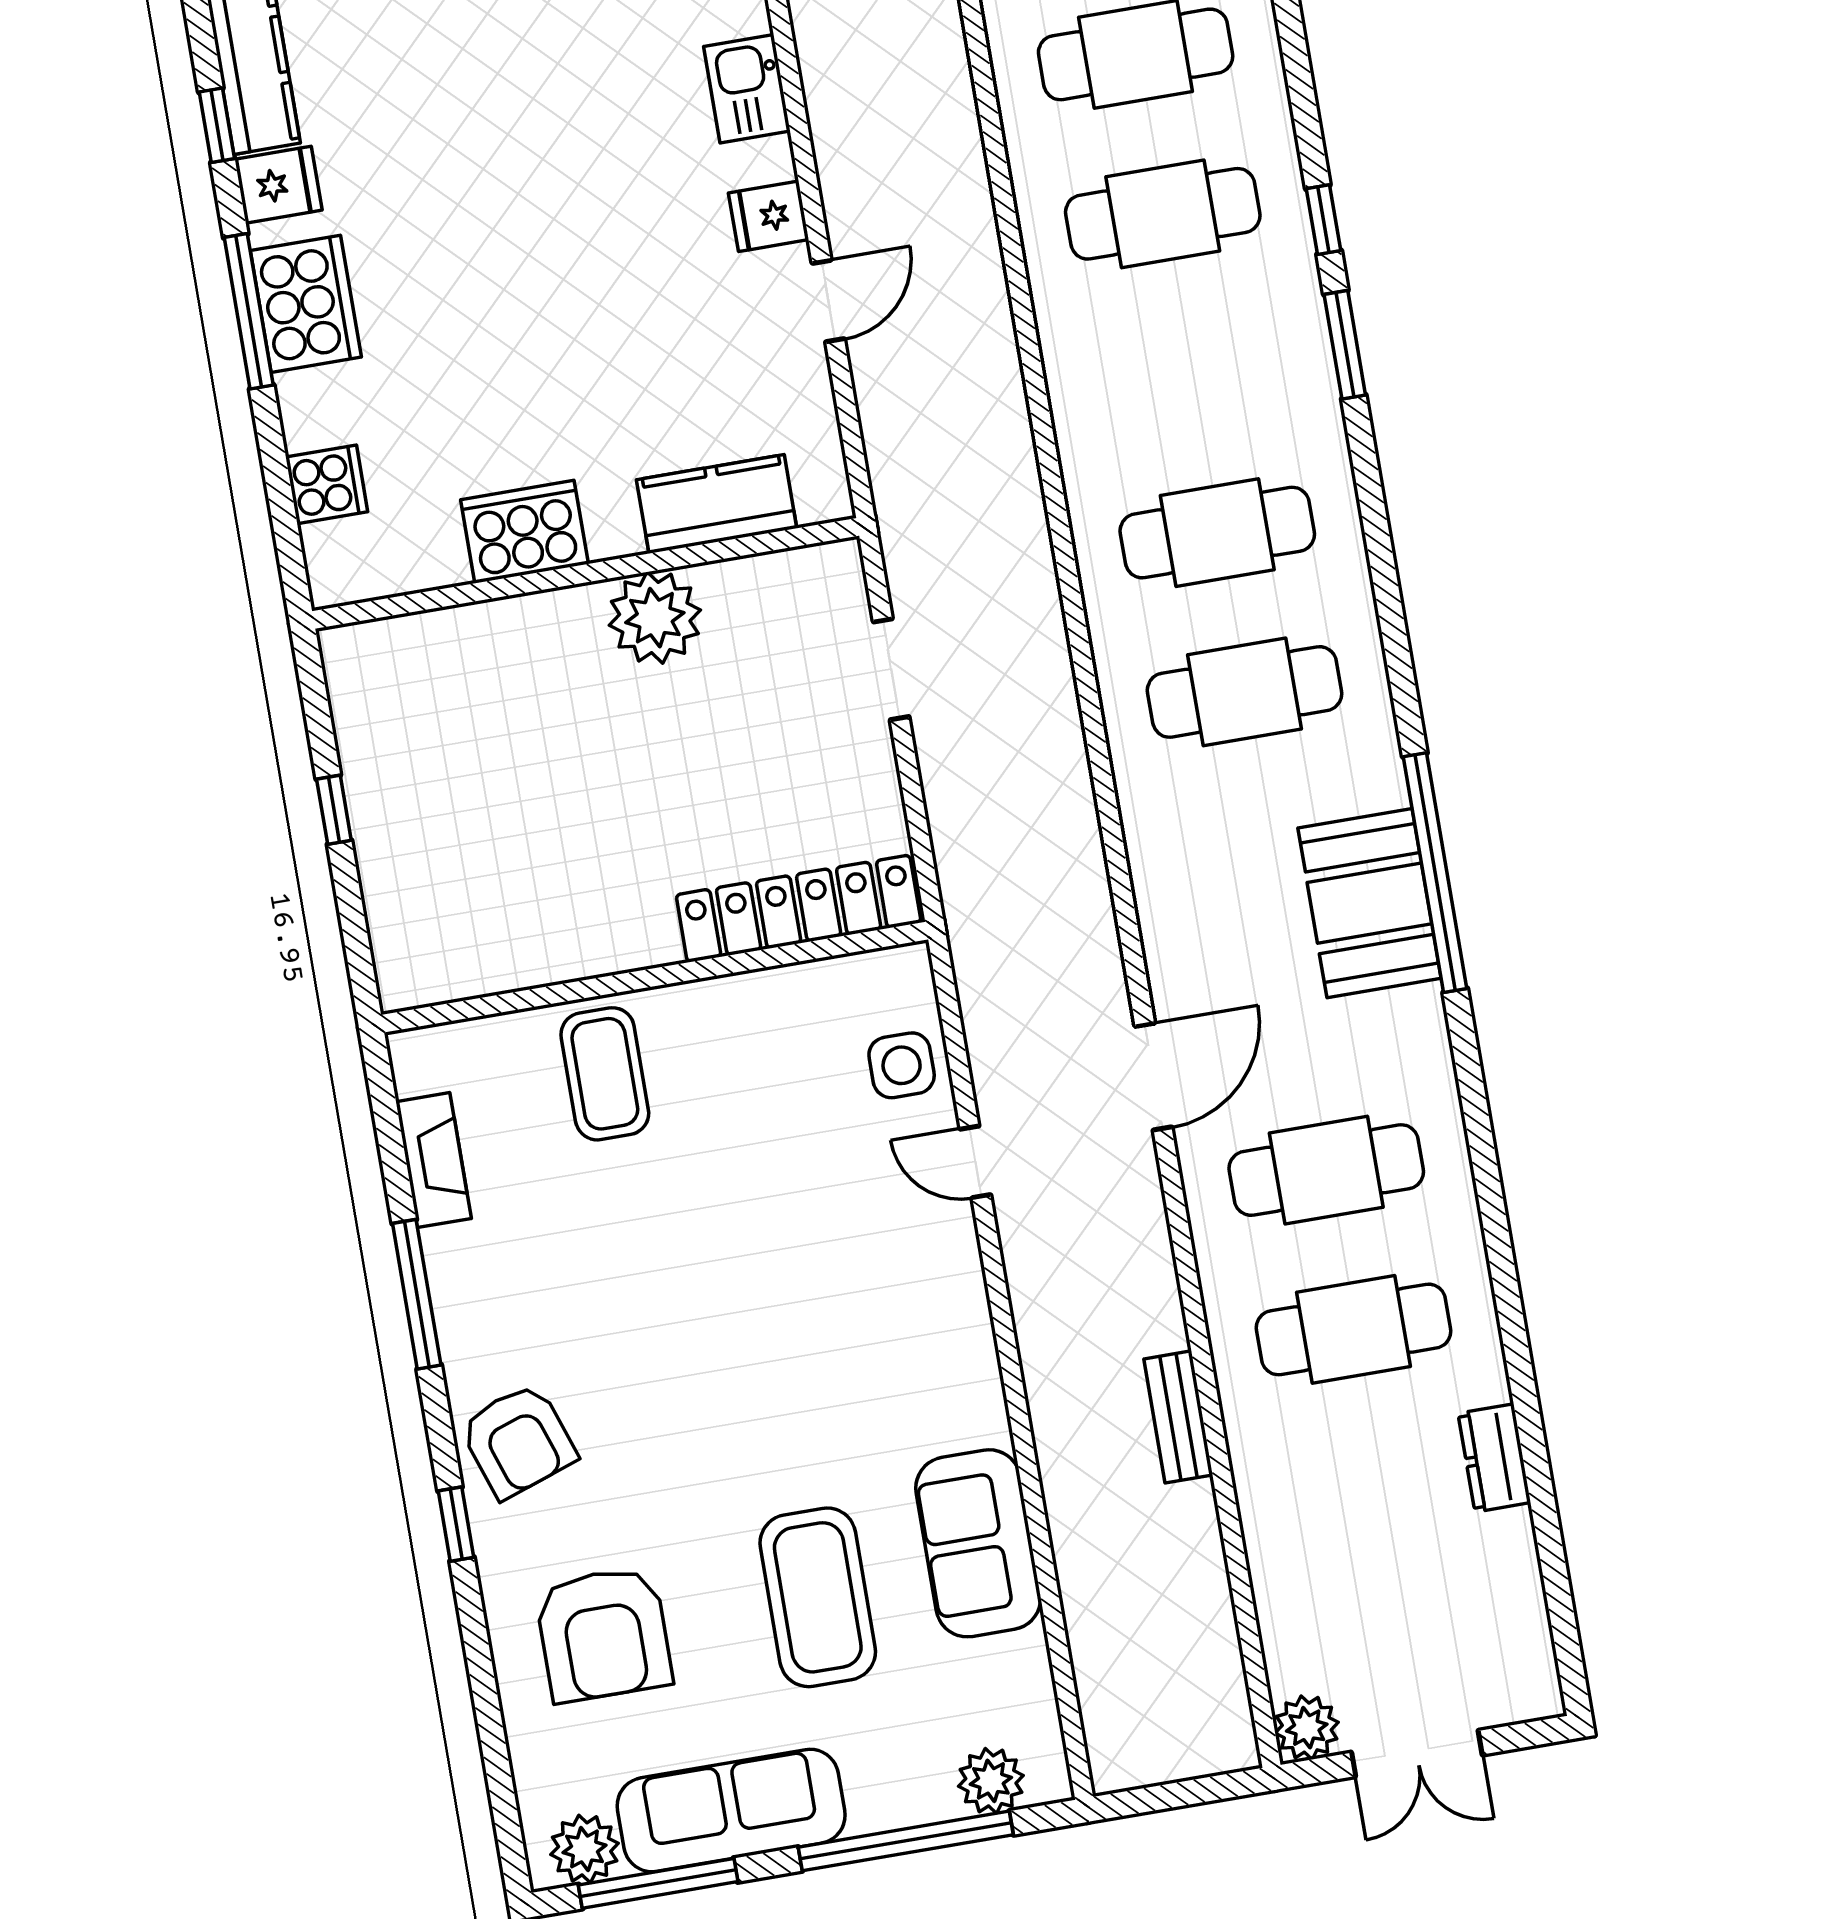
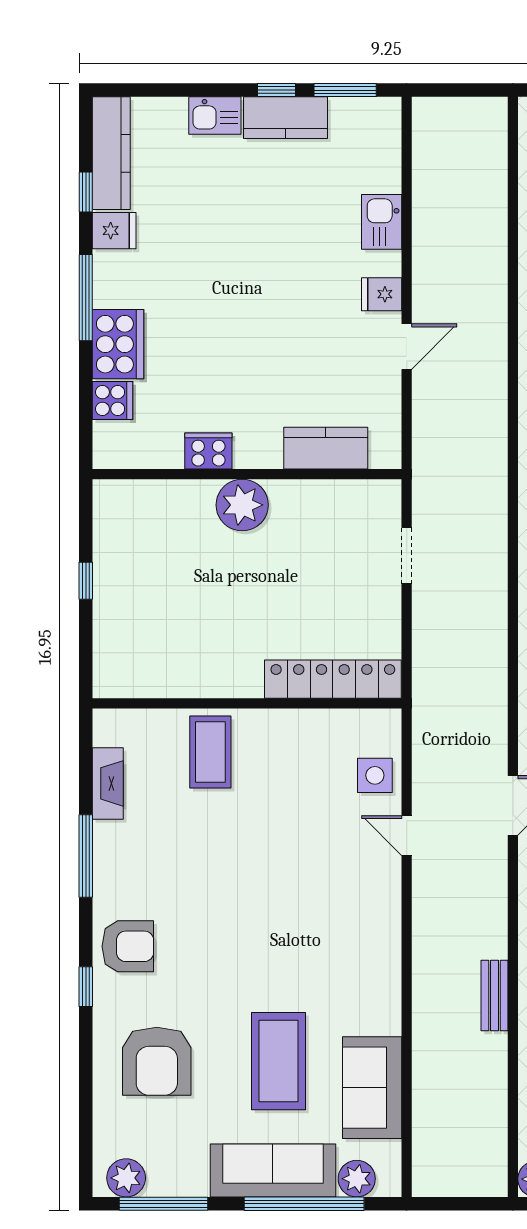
cooker: (306, 304) -> (118, 344), moved
cooker: (524, 532) -> (208, 451), width x0.73, depth x0.76
plant: (655, 618) -> (242, 505), moved
armchair: (518, 1441) -> (128, 946), turned -71
sofa: (978, 1543) -> (372, 1088), moved
sofa: (731, 1811) -> (273, 1170), moved

